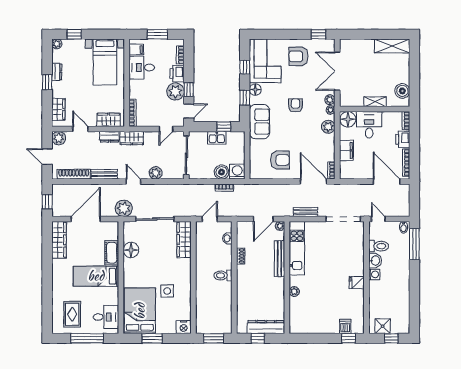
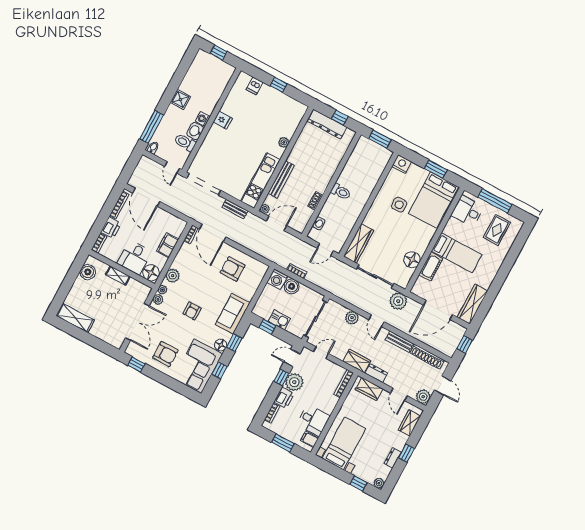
shower: (383, 326) -> (180, 100), moved
window: (348, 338) -> (279, 85), moved

